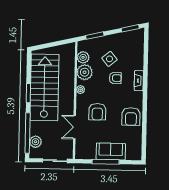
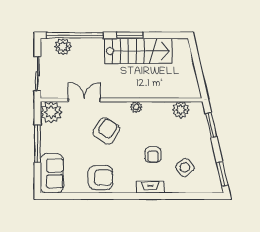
side table: (109, 59) -> (185, 167), moved
plant: (85, 72) -> (51, 112), moved
stairs: (44, 87) -> (138, 51), width x0.73, depth x0.66
armchair: (97, 112) -> (106, 131), turned 123
armchair: (131, 116) -> (101, 177), turned 180
sofa: (111, 151) -> (52, 173), moved

